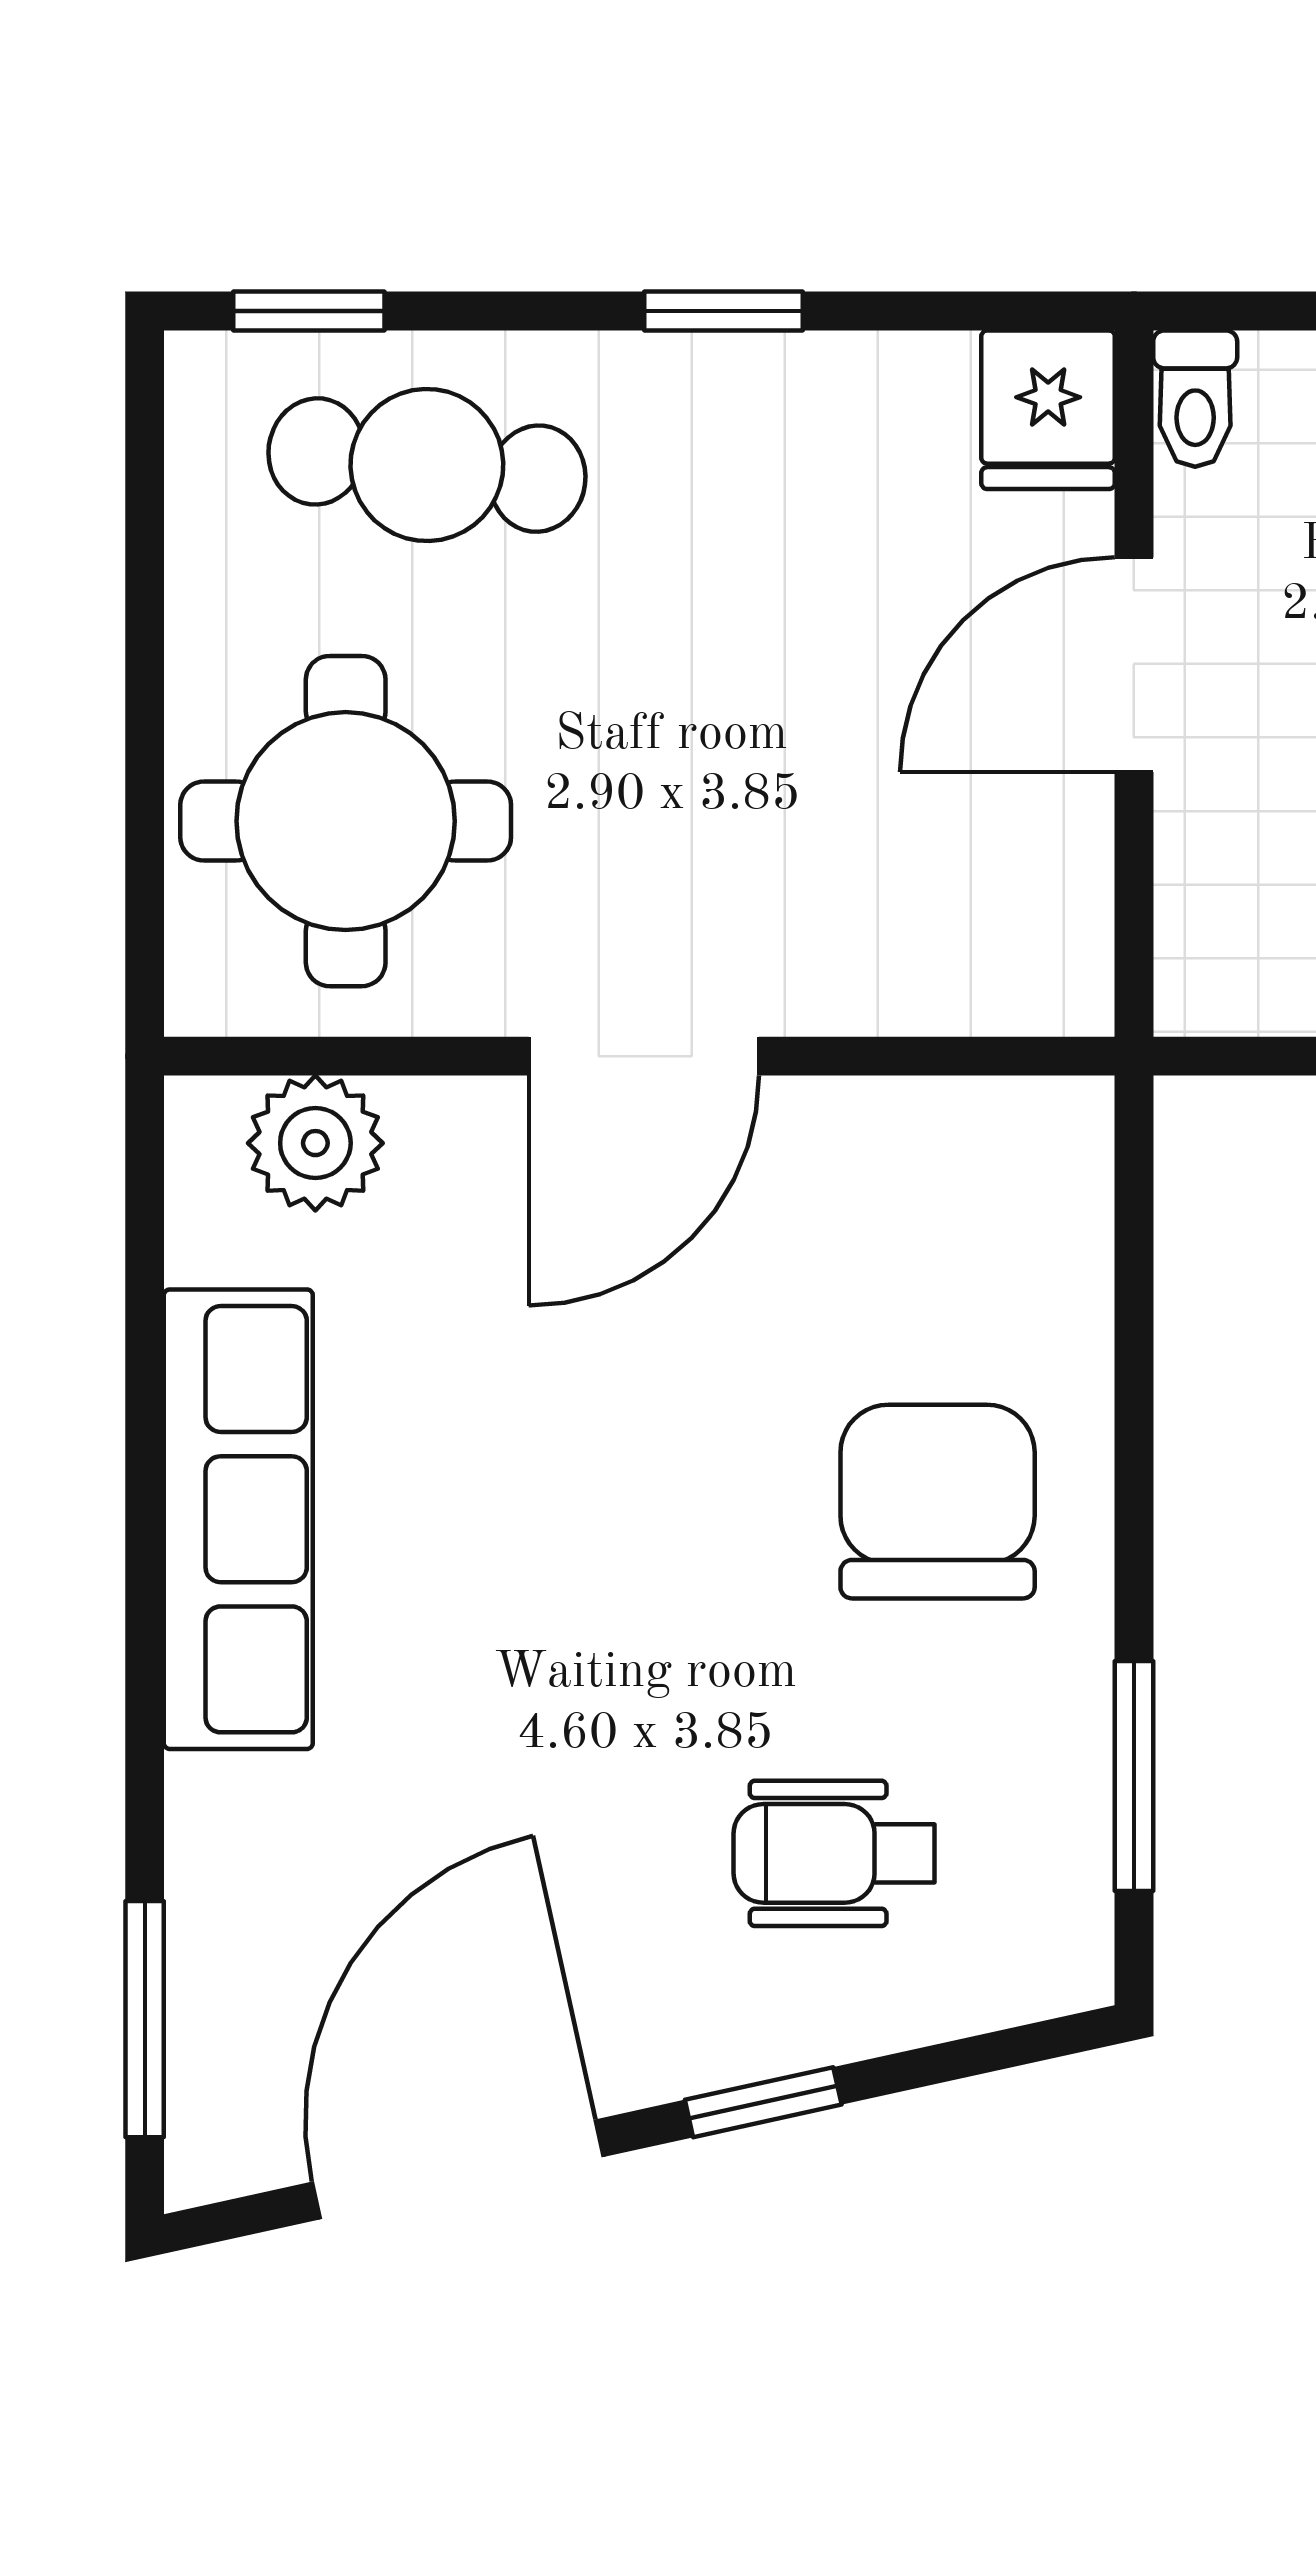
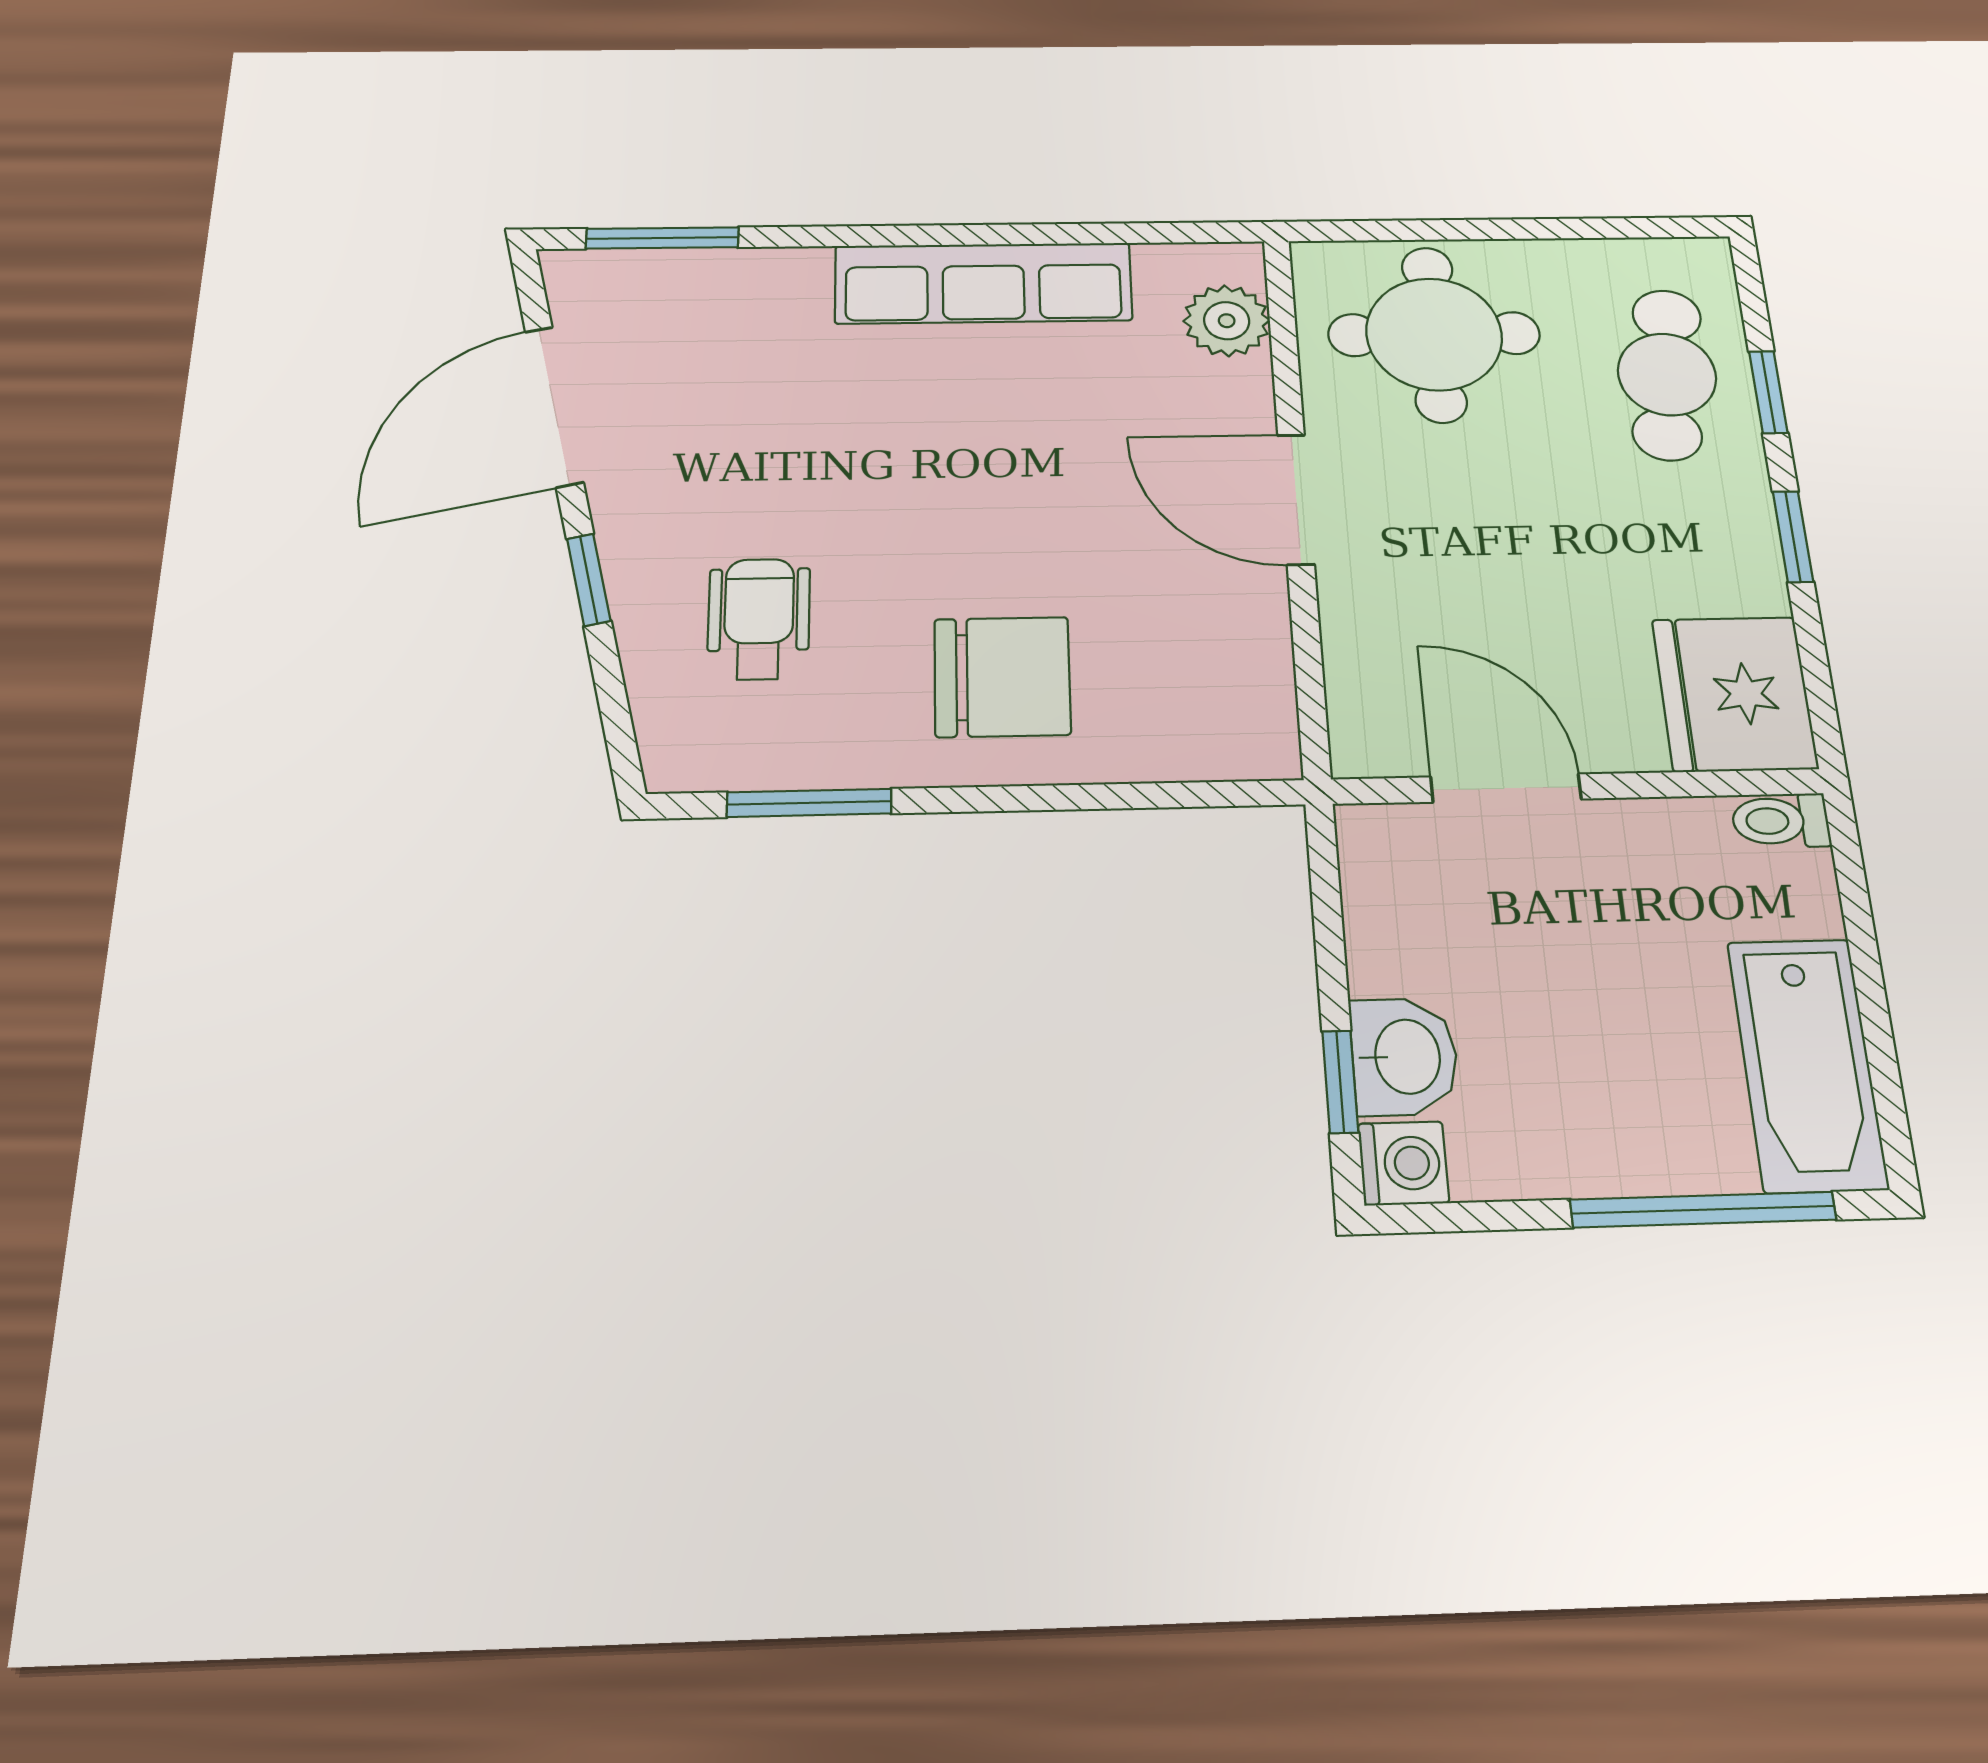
window: (309, 311) -> (1768, 392), moved
fridge: (1048, 410) -> (1735, 694), width x1.88, depth x1.34
door: (1134, 665) -> (1506, 788), moved
door: (458, 2169) -> (554, 406), swing flipped

